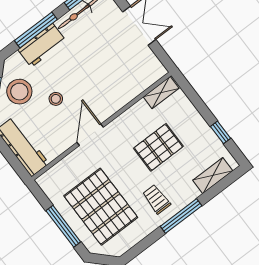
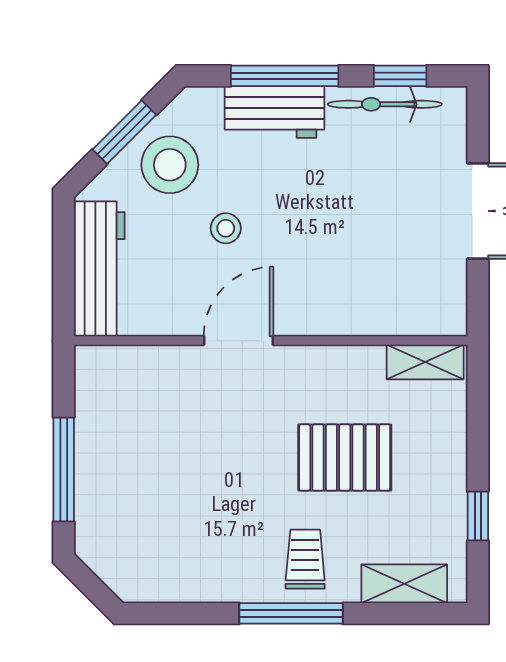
trolley: (156, 199) -> (305, 559), moved
pallet: (101, 207) -> (159, 486), removed

